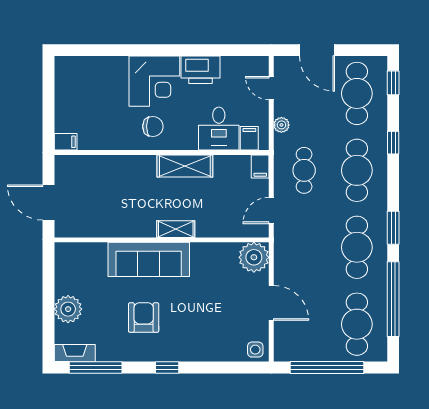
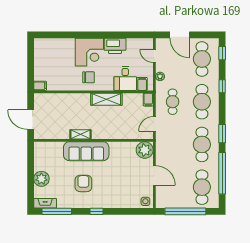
shelving: (176, 229) -> (80, 134), moved

